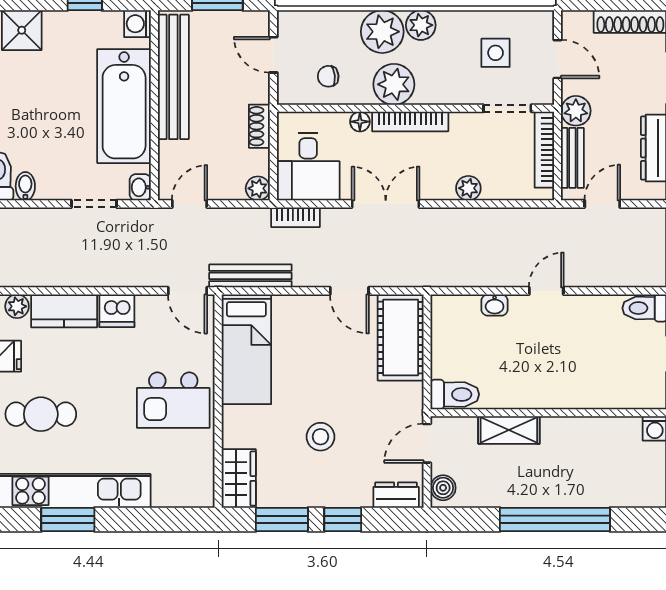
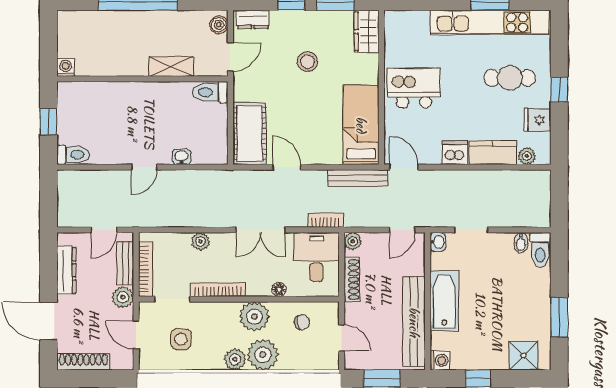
bathtub: (124, 106) -> (444, 301), width x0.73, depth x0.73
bookcase: (410, 122) -> (218, 290), moved
shoe rack: (259, 126) -> (352, 279), width x1.43

